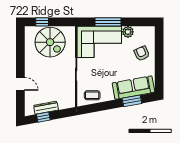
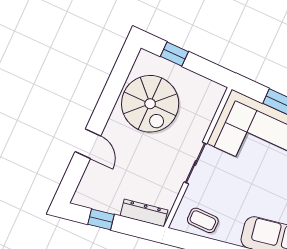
spiral stairs: (50, 42) -> (150, 104), moved
dresser: (46, 108) -> (144, 213), moved

